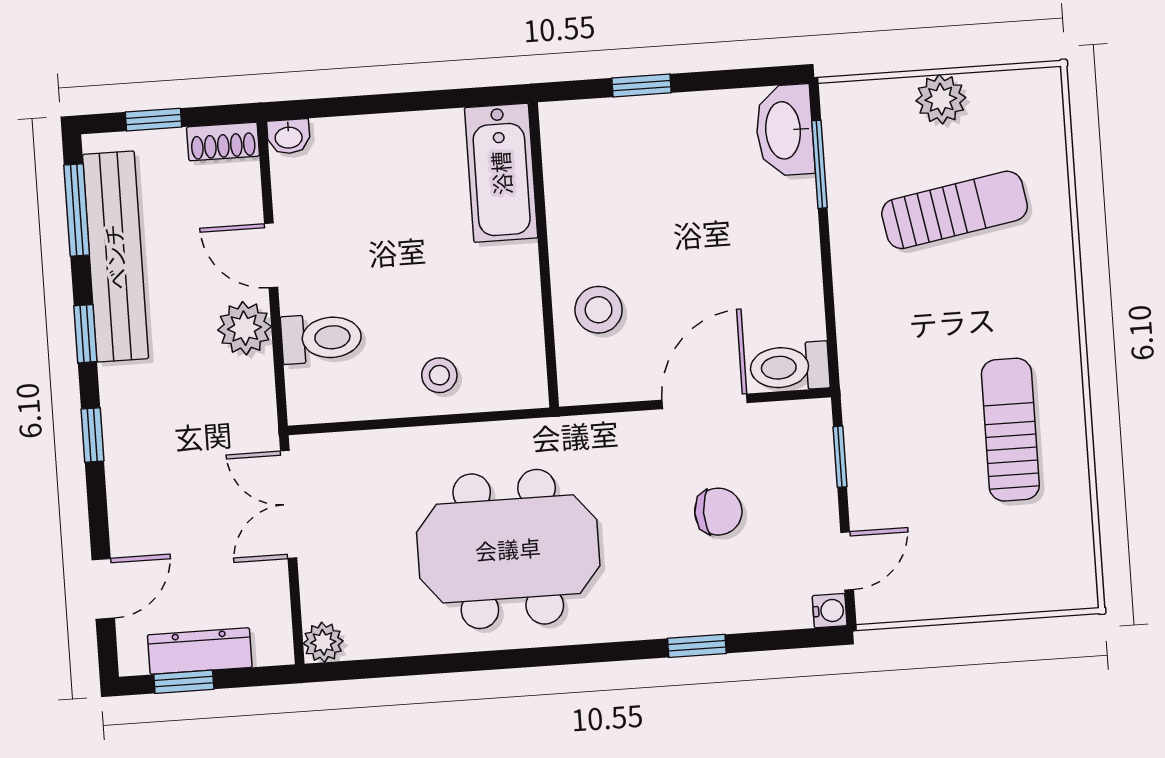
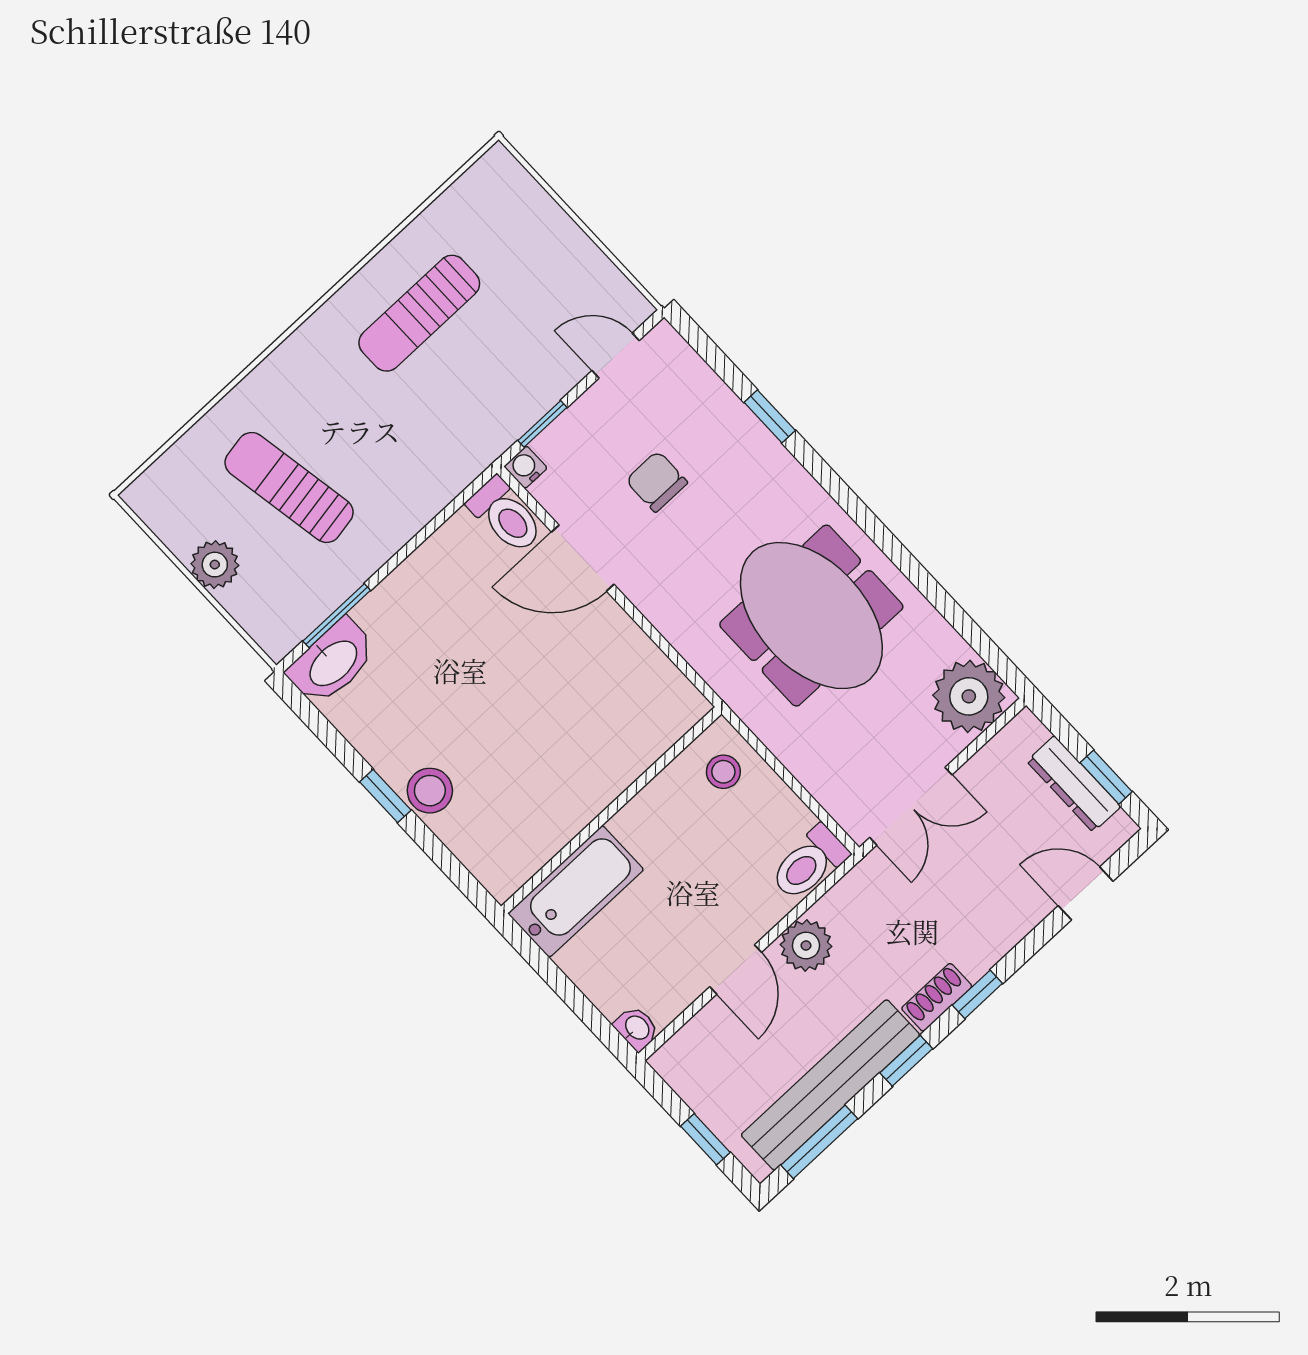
shoe rack: (223, 141) -> (937, 997), moved, turned -90
bathtub: (501, 173) -> (576, 891), moved
wall: (544, 255) -> (611, 810), moved
stool: (599, 310) -> (430, 791), moved
toilet: (321, 338) -> (809, 863), moved, turned -90
water cooler: (830, 611) -> (526, 467), moved
plant: (323, 642) -> (969, 696), width x1.88, depth x1.88

